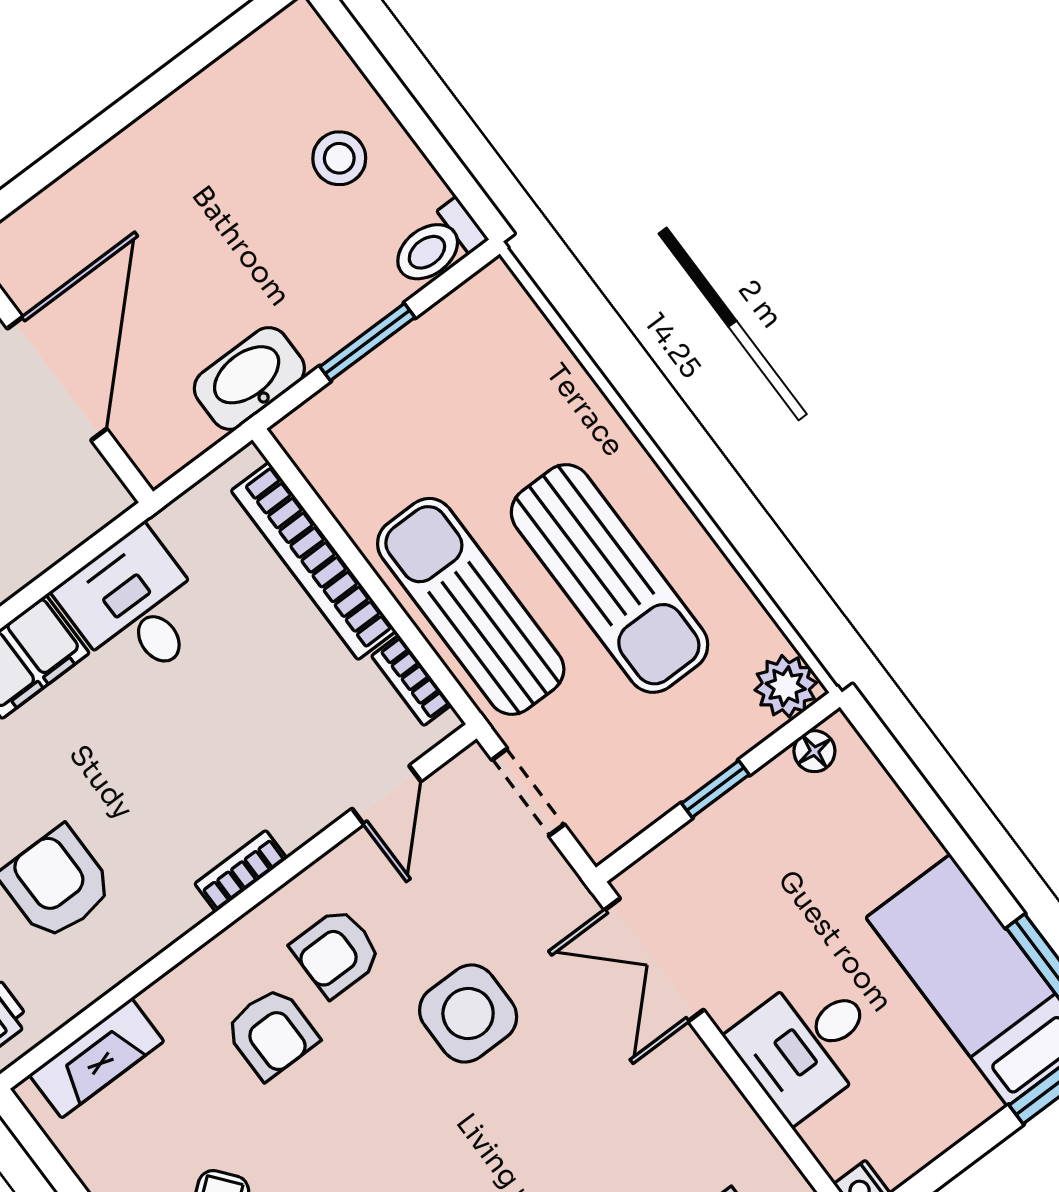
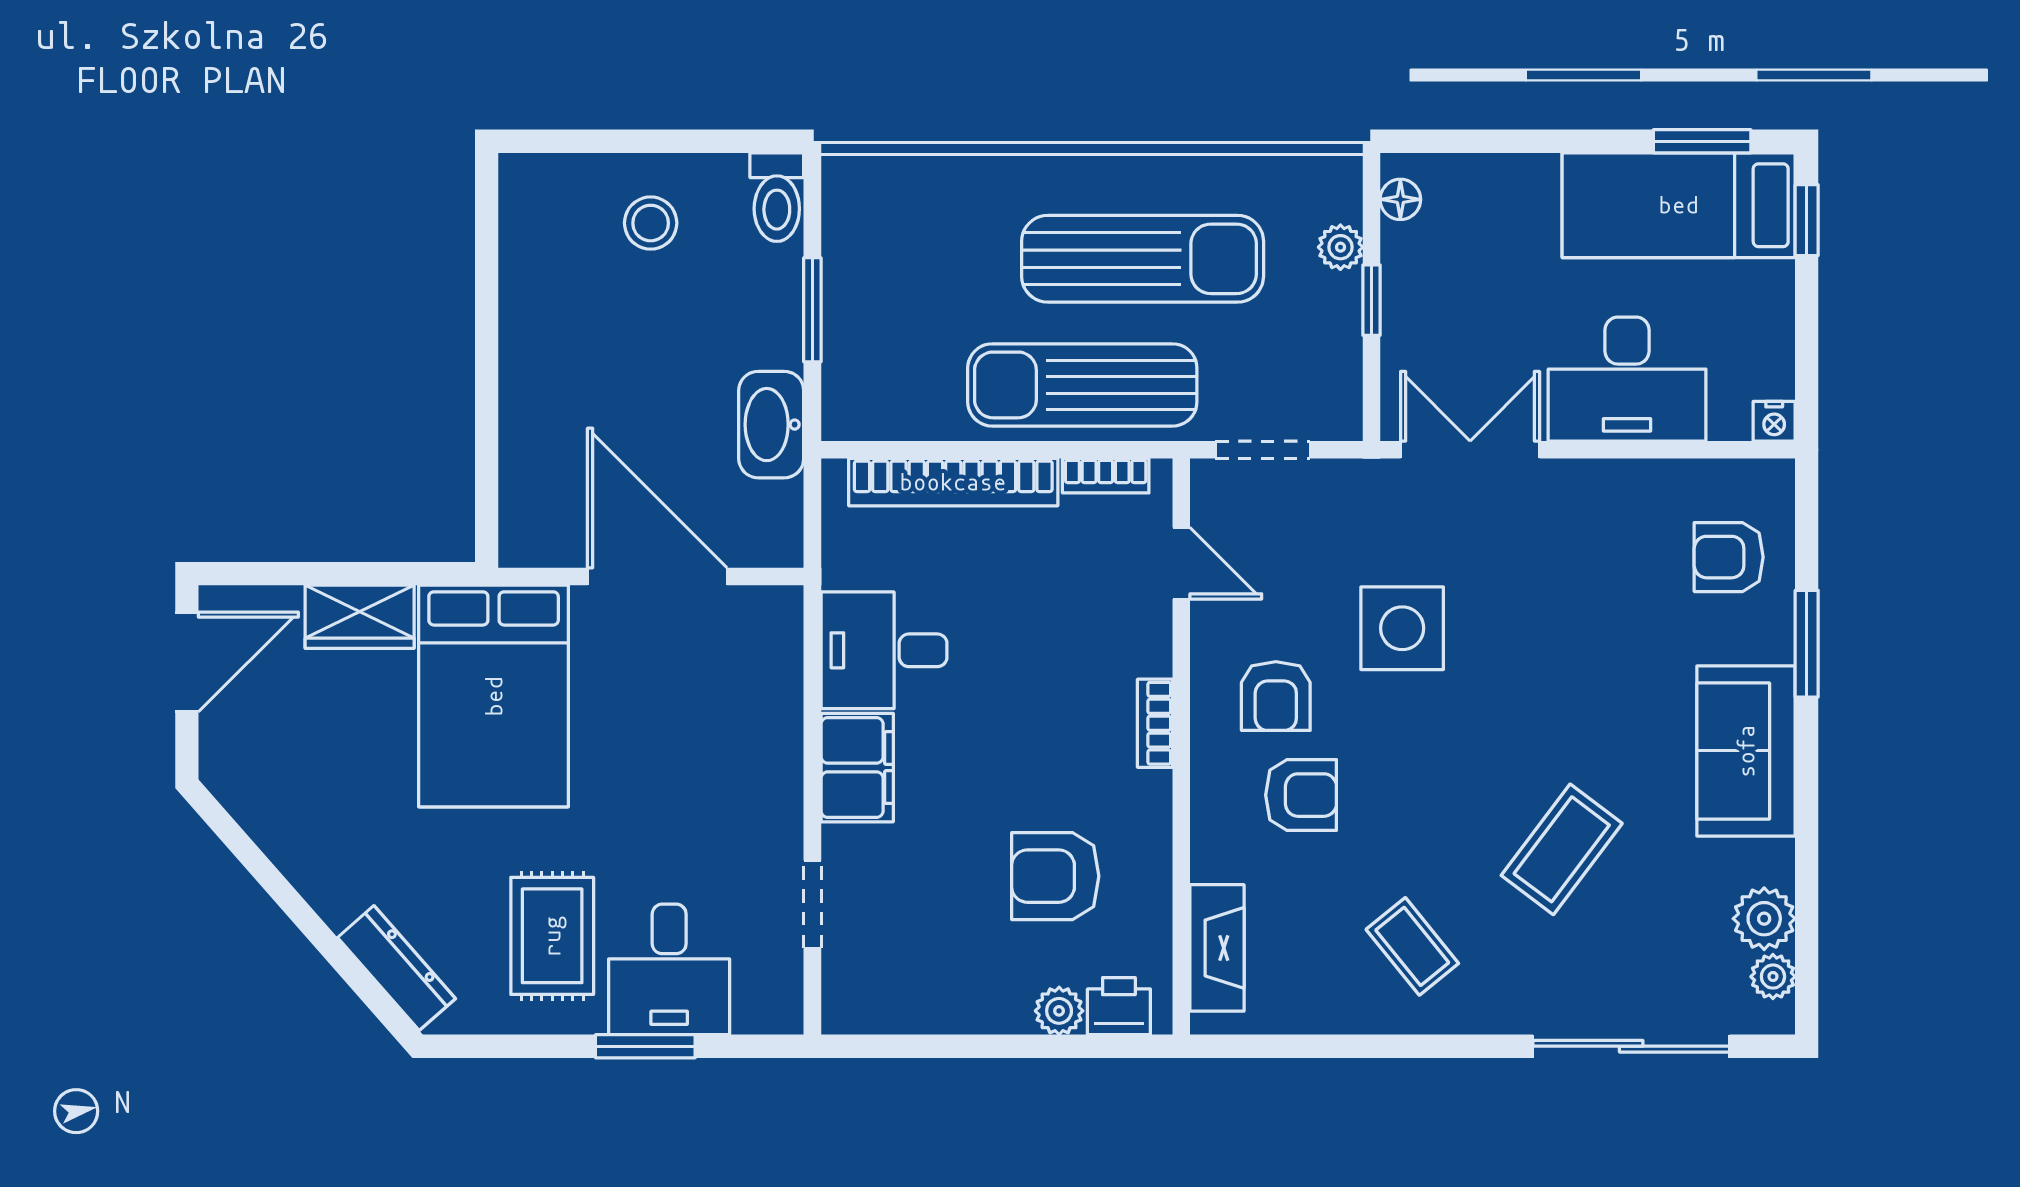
plant: (786, 686) -> (1340, 247), moved, width x0.73, depth x0.73
double door: (654, 960) -> (1470, 450), swing flipped
desk: (807, 1044) -> (1627, 379), width x1.37

